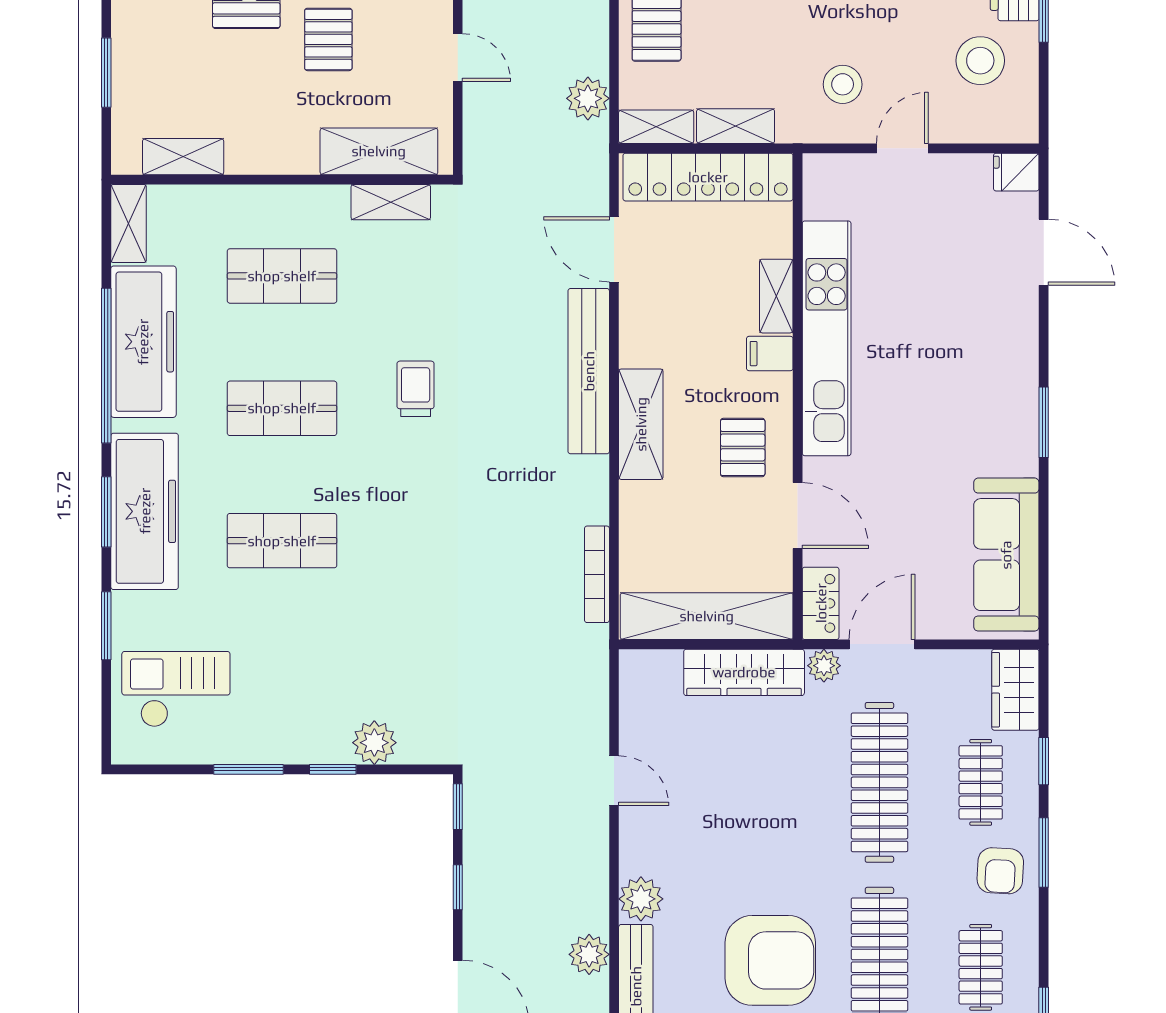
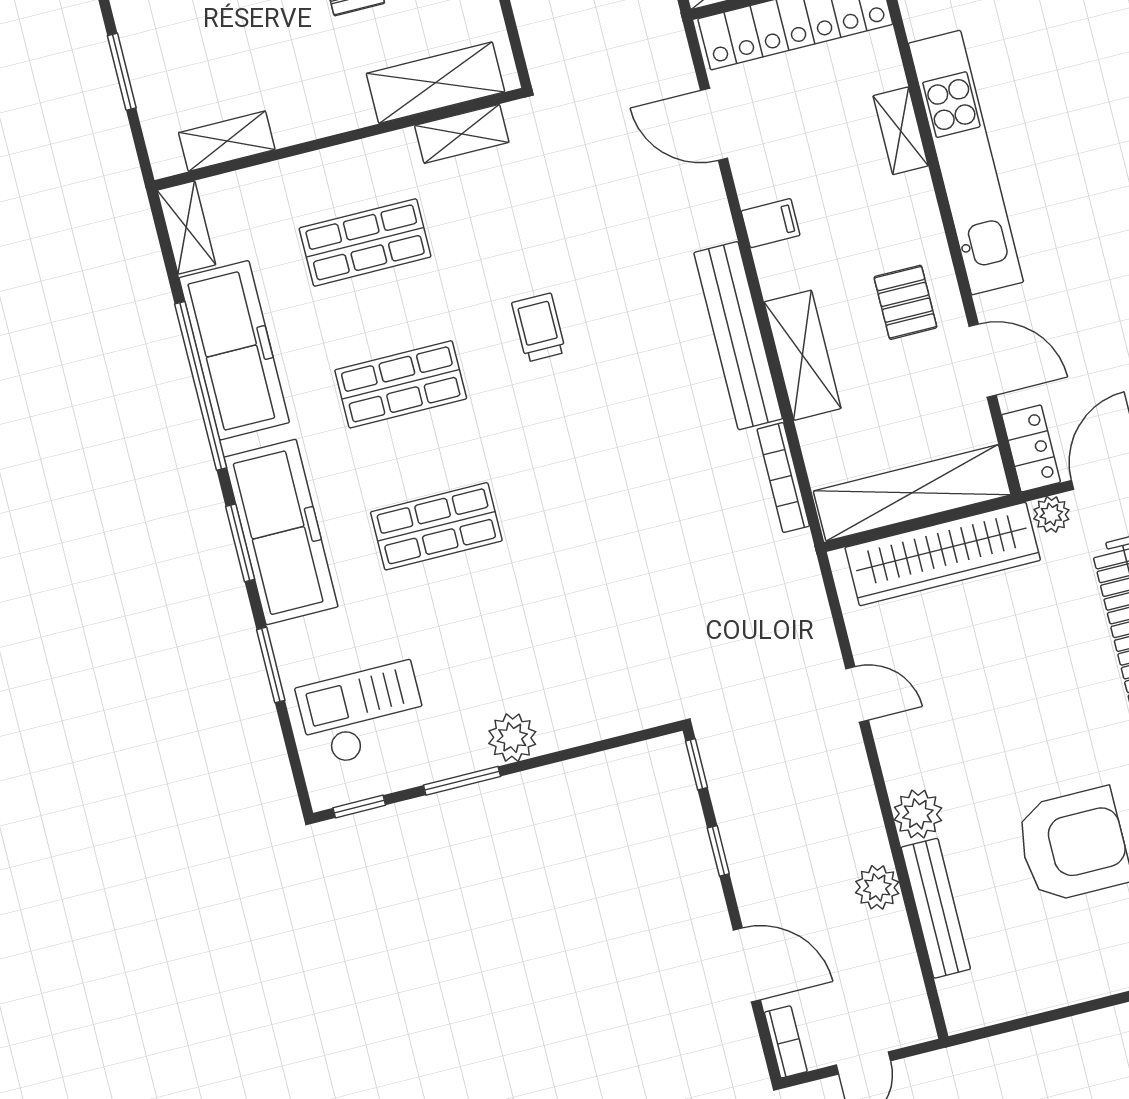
filing cabinet: (770, 354) -> (771, 223), moved, turned 180
bench: (589, 371) -> (738, 336), moved
shelving: (641, 424) -> (803, 355), moved
wardrobe: (744, 672) -> (943, 554), width x1.40, depth x1.17
plant: (374, 743) -> (512, 738), moved
window: (333, 769) -> (359, 807), moved

